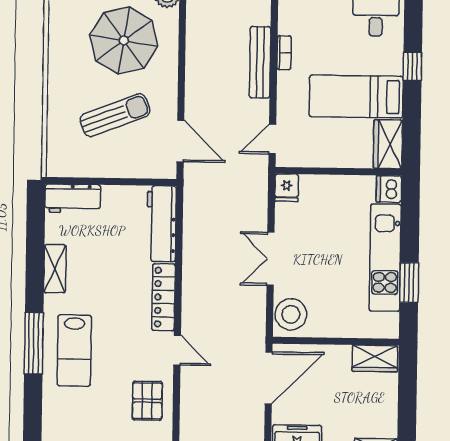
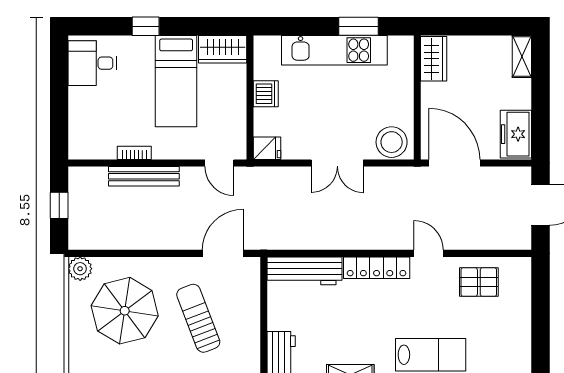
dishwasher: (389, 189) -> (266, 94), moved, turned -90
door: (177, 350) -> (429, 253), hinge flipped

